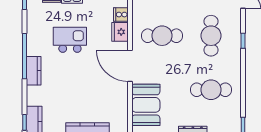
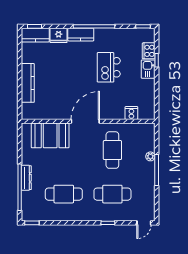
fridge: (120, 32) -> (59, 35), moved, turned 180
kitchen island: (70, 40) -> (109, 67), turned 180
cafe table: (211, 90) -> (64, 194), turned 90

